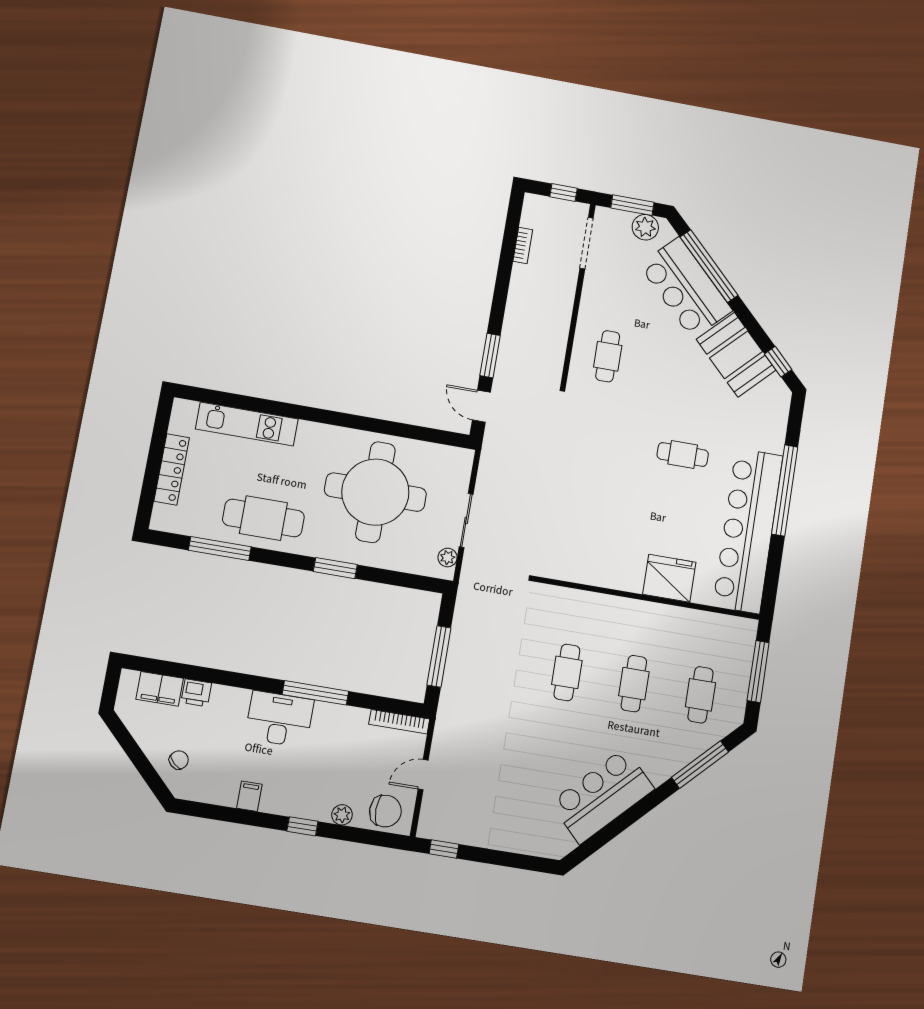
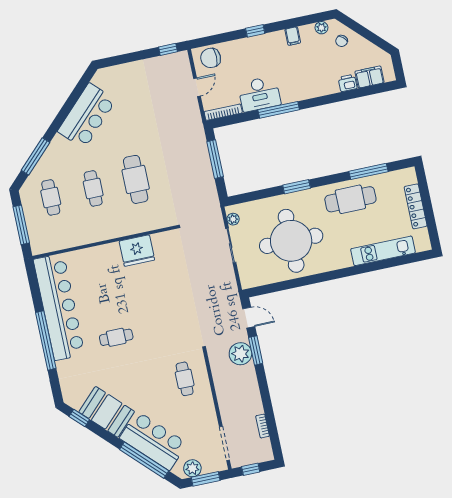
plant: (514, 360) -> (240, 354), added
fridge: (669, 578) -> (137, 251), moved
cafe table: (567, 672) -> (136, 179), width x1.37, depth x1.35
desk: (279, 719) -> (259, 94), moved
plant: (342, 815) -> (321, 28), moved

